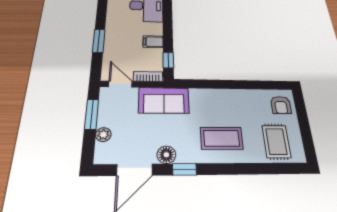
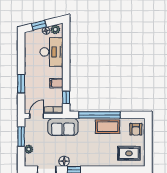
door: (120, 84) -> (37, 116), hinge flipped
window: (221, 84) -> (99, 115), added
coffee table: (222, 138) -> (108, 127), moved
rug: (276, 141) -> (129, 153), turned 90

